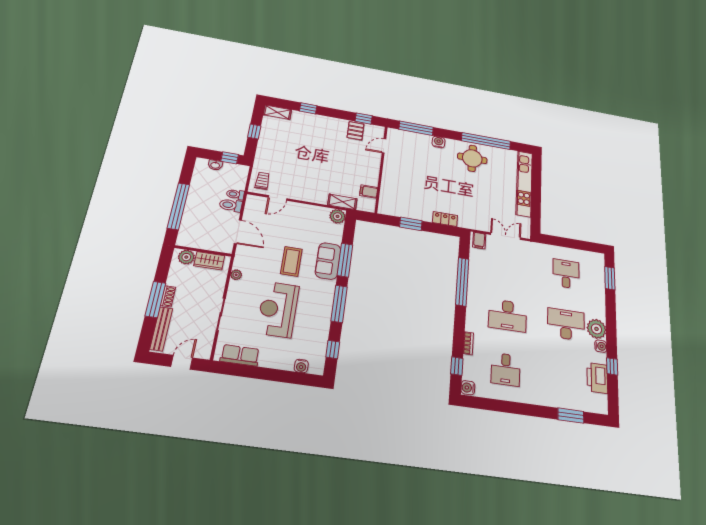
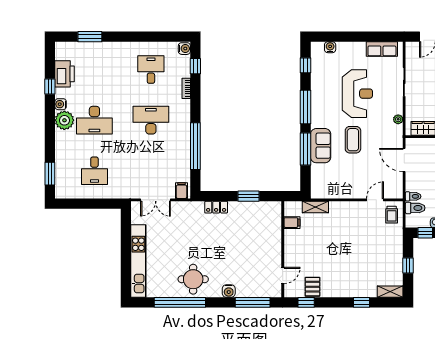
toilet: (231, 205) -> (415, 208), moved
plant: (338, 216) -> (318, 191), removed

